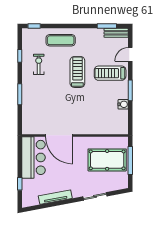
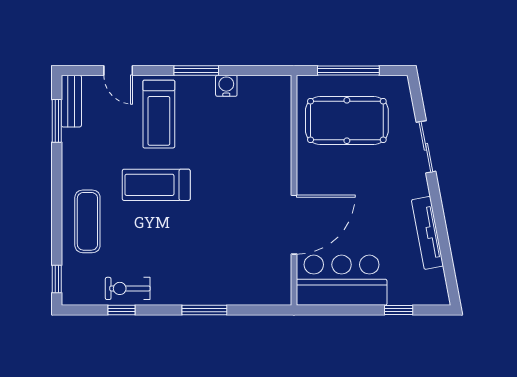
exercise bike: (39, 64) -> (128, 288), moved
pool table: (107, 160) -> (347, 120), turned 90

